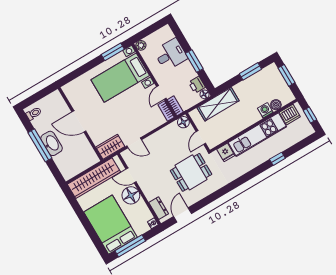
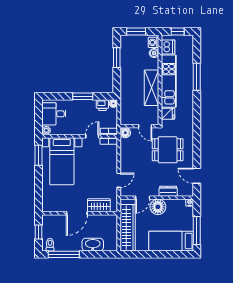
desk: (171, 55) -> (54, 114), moved, turned -90
door: (161, 93) -> (92, 136), swing flipped
window: (39, 95) -> (39, 232), added
shelving: (218, 104) -> (152, 88), moved
washing machine: (265, 110) -> (153, 42), moved
washbasin: (51, 143) -> (93, 245), moved
window: (40, 145) -> (64, 254), moved
wardrobe: (110, 147) -> (99, 205), moved, turned 90
window: (277, 159) -> (197, 77), width x2.17
dining table: (191, 172) -> (168, 150), turned 90
dresser: (159, 208) -> (168, 191), moved
bed: (110, 225) -> (171, 241), width x0.67

